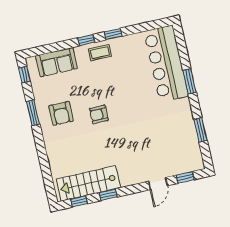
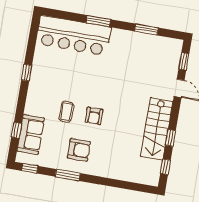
window: (86, 40) -> (17, 130), moved
coffee table: (100, 53) -> (66, 112), moved
stairs: (88, 183) -> (157, 129), moved

